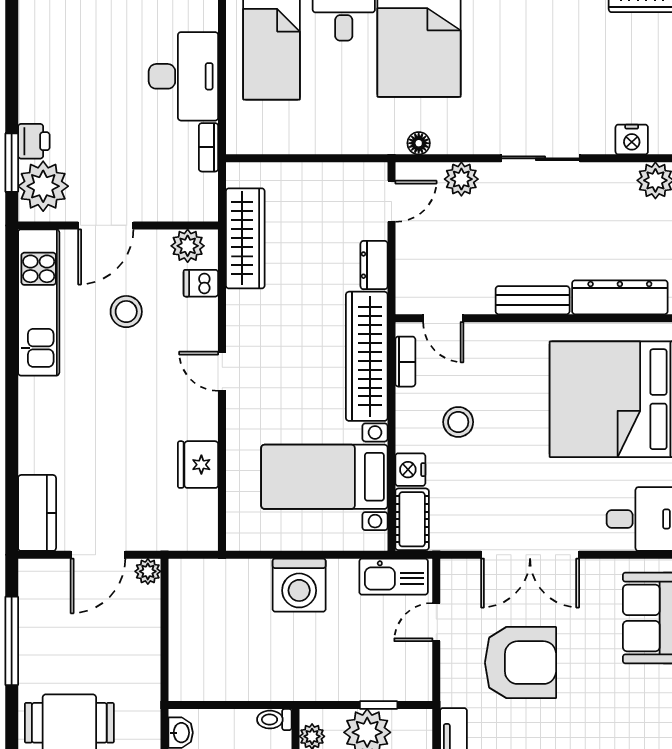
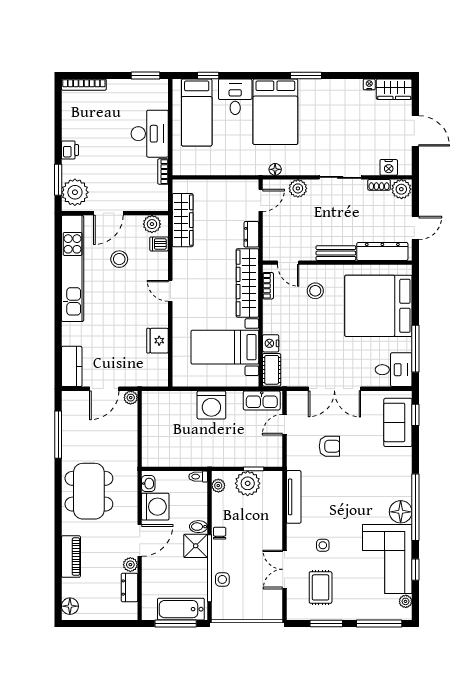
printer: (34, 141) -> (70, 150), moved
shoe rack: (614, 172) -> (379, 185), added
kitchen unit: (39, 302) -> (73, 268), width x1.36
stool: (458, 422) -> (315, 291), moved
armchair: (521, 663) -> (329, 446), width x0.53, depth x0.53

